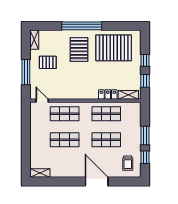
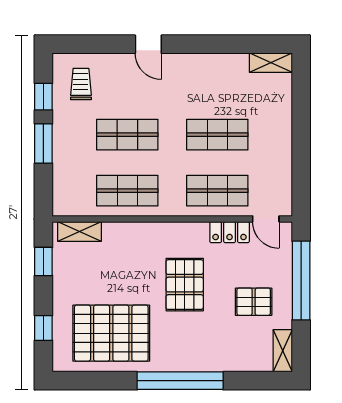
pallet: (79, 50) -> (185, 285), moved
window: (145, 60) -> (43, 328), moved
window: (26, 72) -> (301, 280), width x1.46
locker: (108, 95) -> (230, 232), moved
door: (97, 182) -> (148, 44), width x0.53

